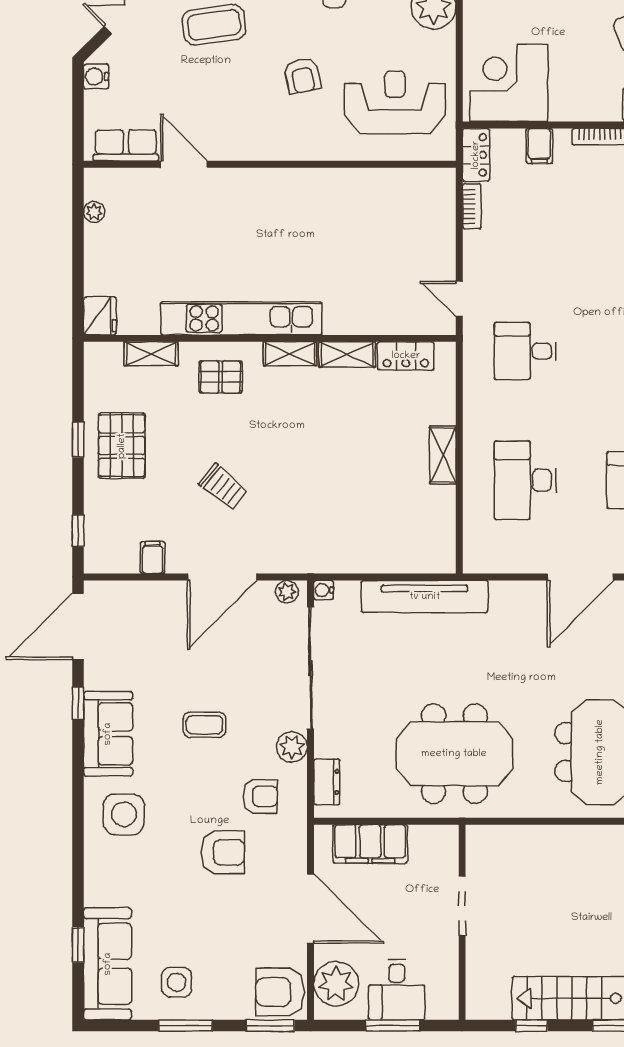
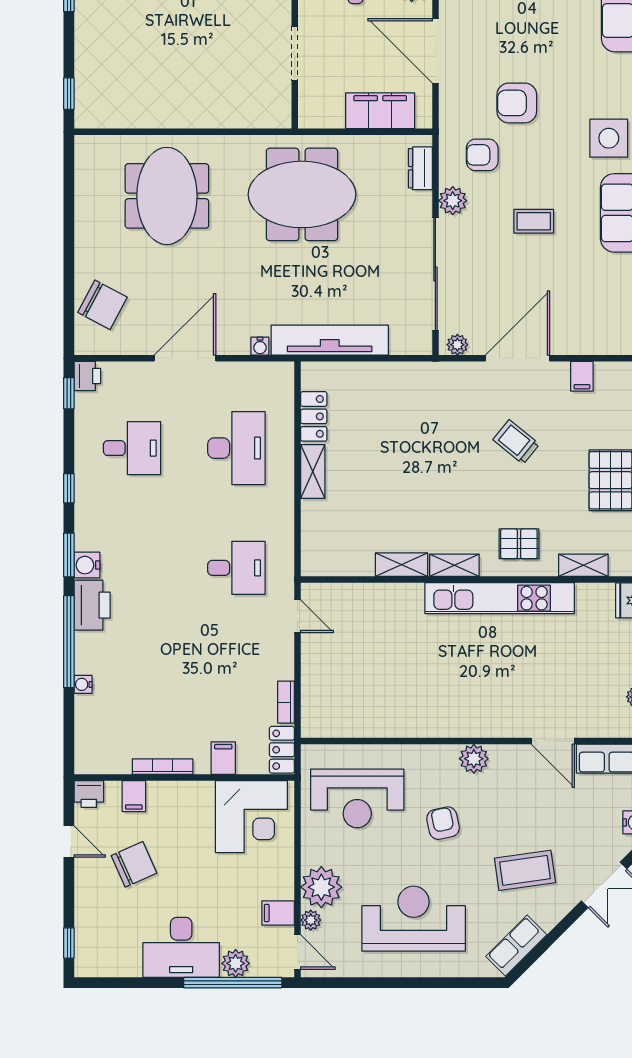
plant: (269, 145) -> (474, 759), added
locker: (406, 356) -> (314, 416), moved, turned 90
water cooler: (324, 590) -> (260, 346), moved, turned 90

